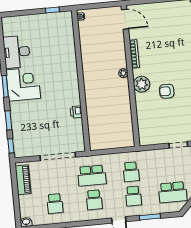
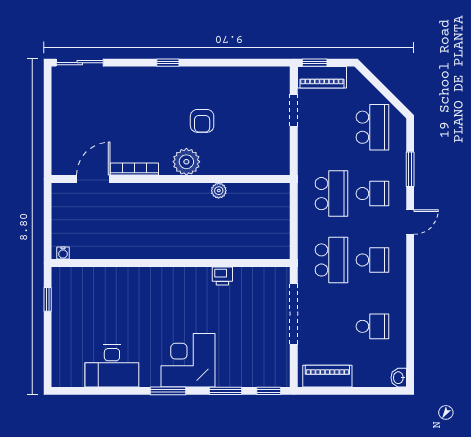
door: (125, 19) -> (93, 179), moved
plant: (123, 73) -> (219, 191), moved
corner desk: (23, 84) -> (188, 360), moved
school desk: (131, 172) -> (331, 194), width x1.85

